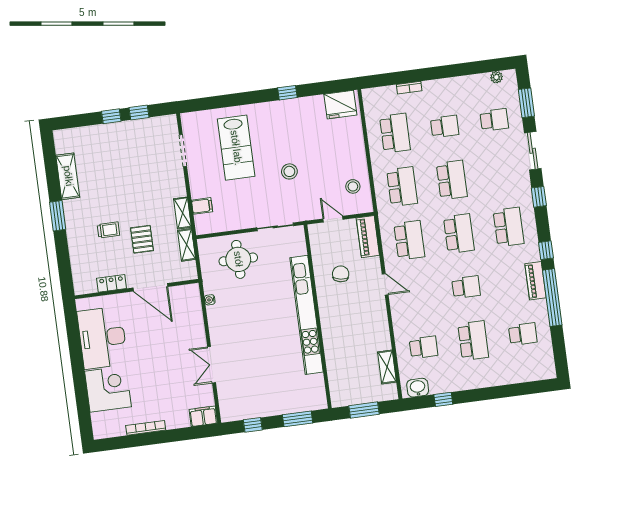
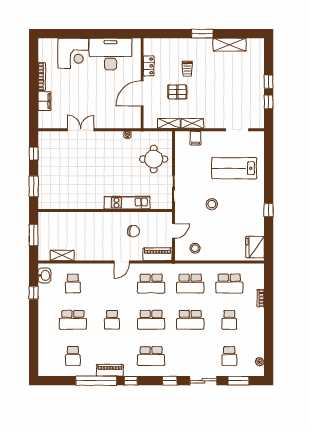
kitchen unit: (307, 315) -> (127, 203), width x0.54
filing cabinet: (203, 416) -> (44, 101), moved

